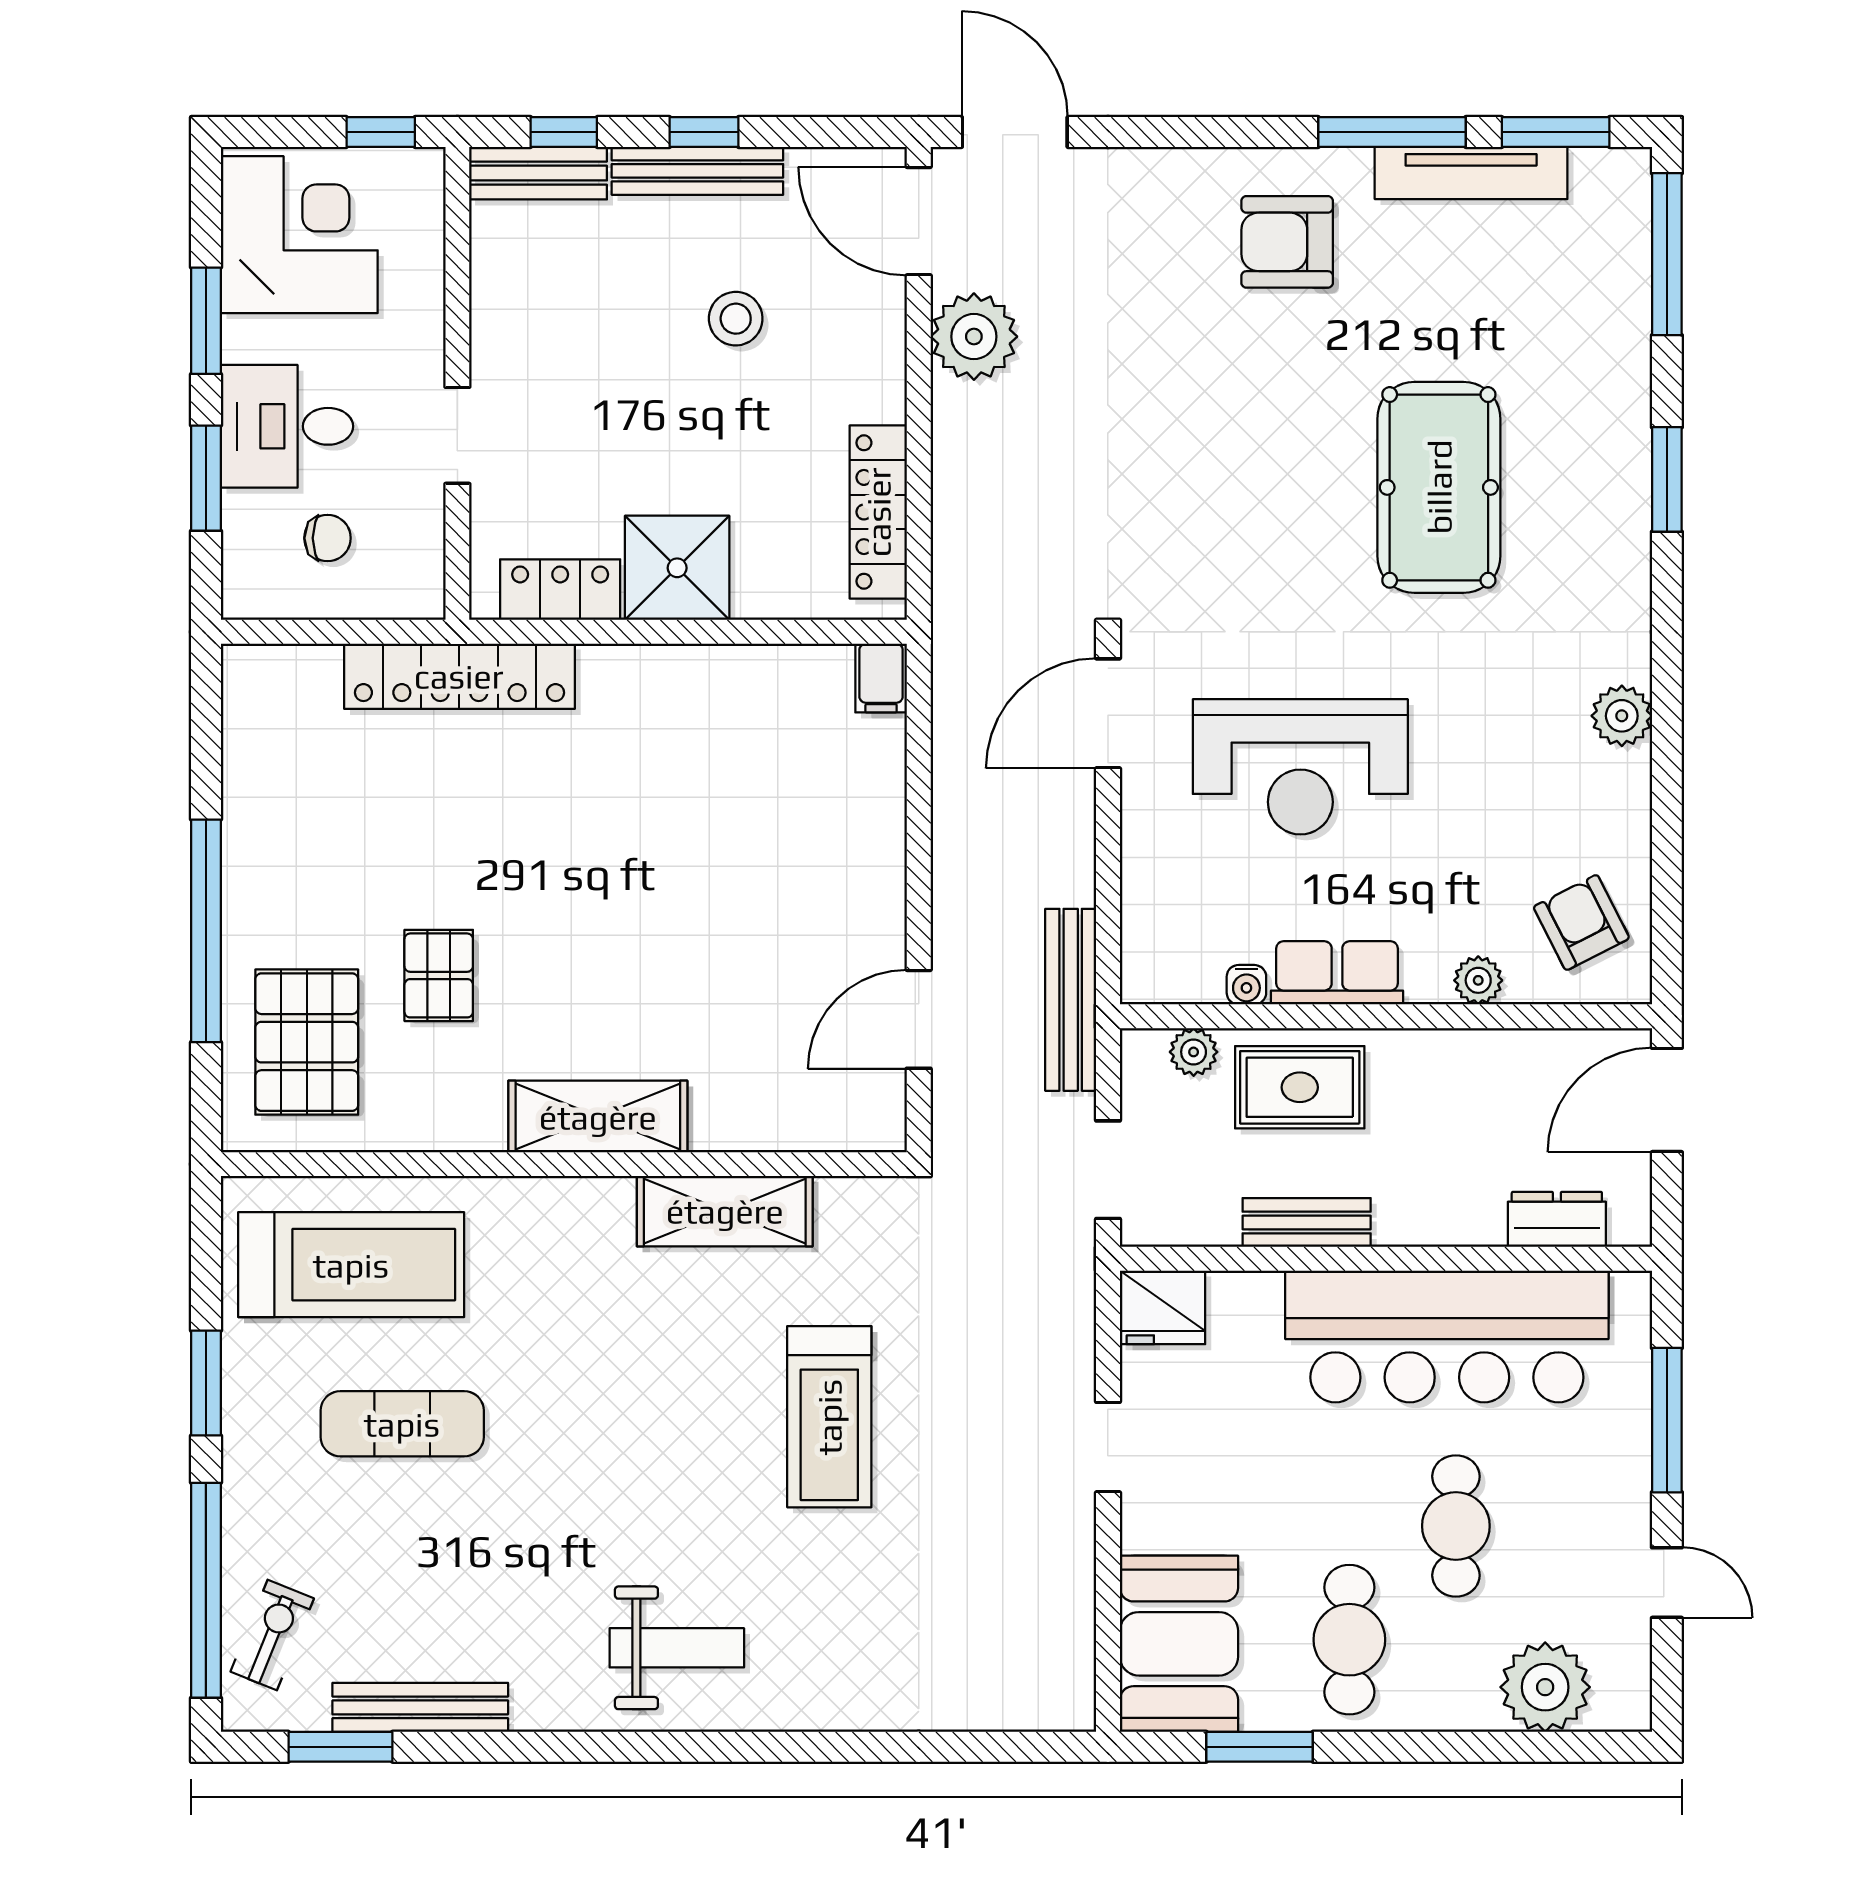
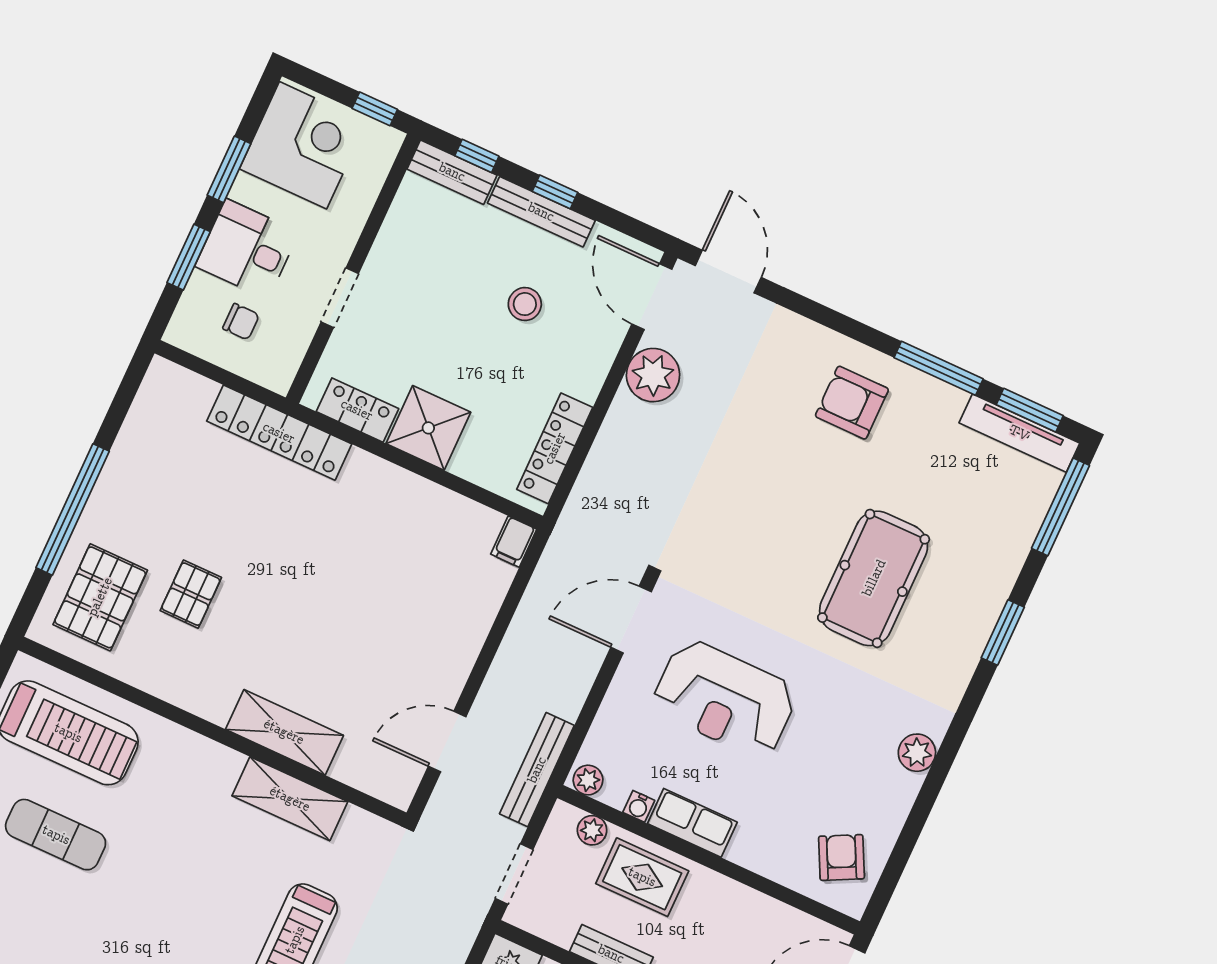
tv unit: (1471, 173) -> (1019, 433), moved
plant: (1478, 980) -> (588, 780), moved
shelving: (598, 1117) -> (284, 732), moved

